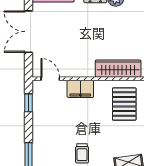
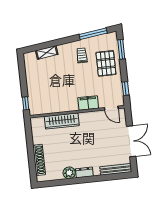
pallet: (124, 104) -> (106, 63), moved

